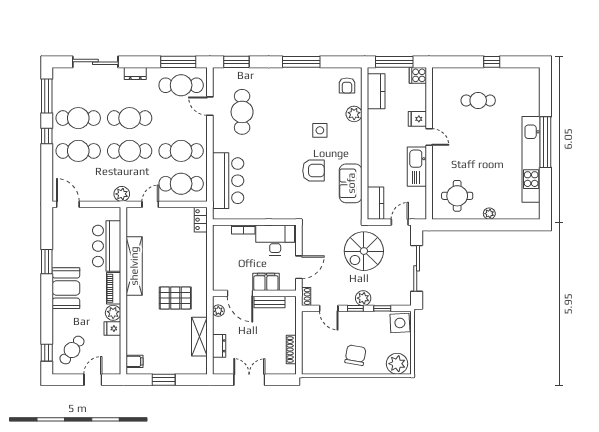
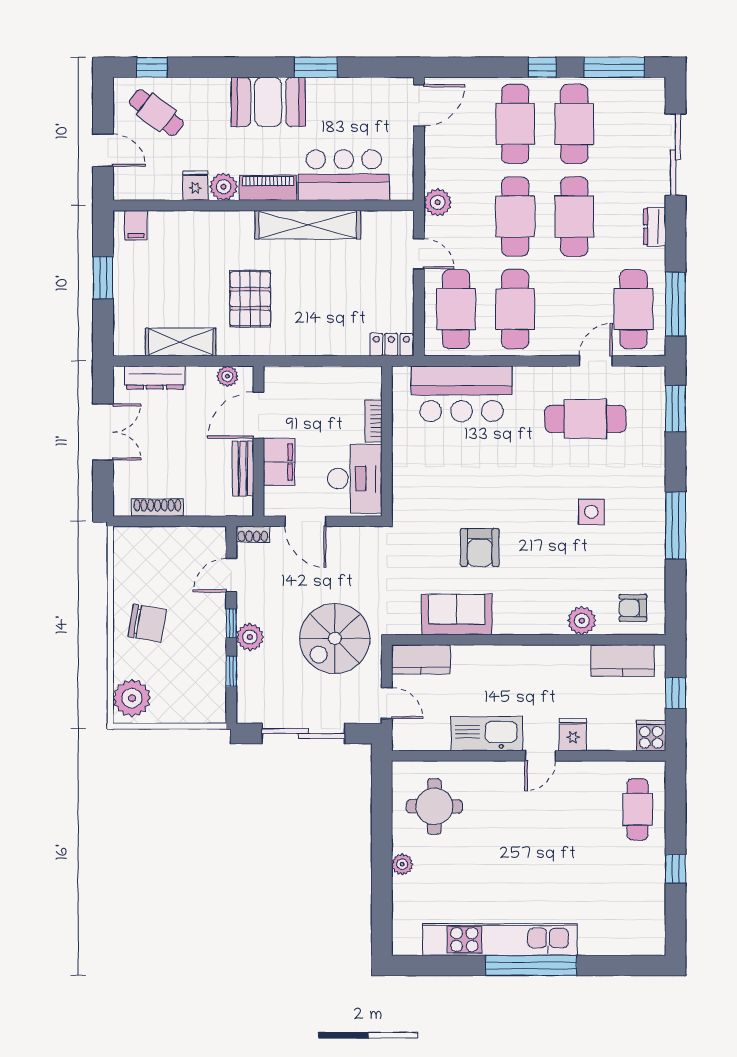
window: (394, 62) -> (676, 693), width x0.46
cafe table: (478, 101) -> (638, 809), moved
side table: (320, 130) -> (591, 512), moved
spiral stairs: (364, 251) -> (335, 638), turned -90
side table: (400, 323) -> (205, 703), removed
dresser: (219, 346) -> (155, 378), width x1.44

